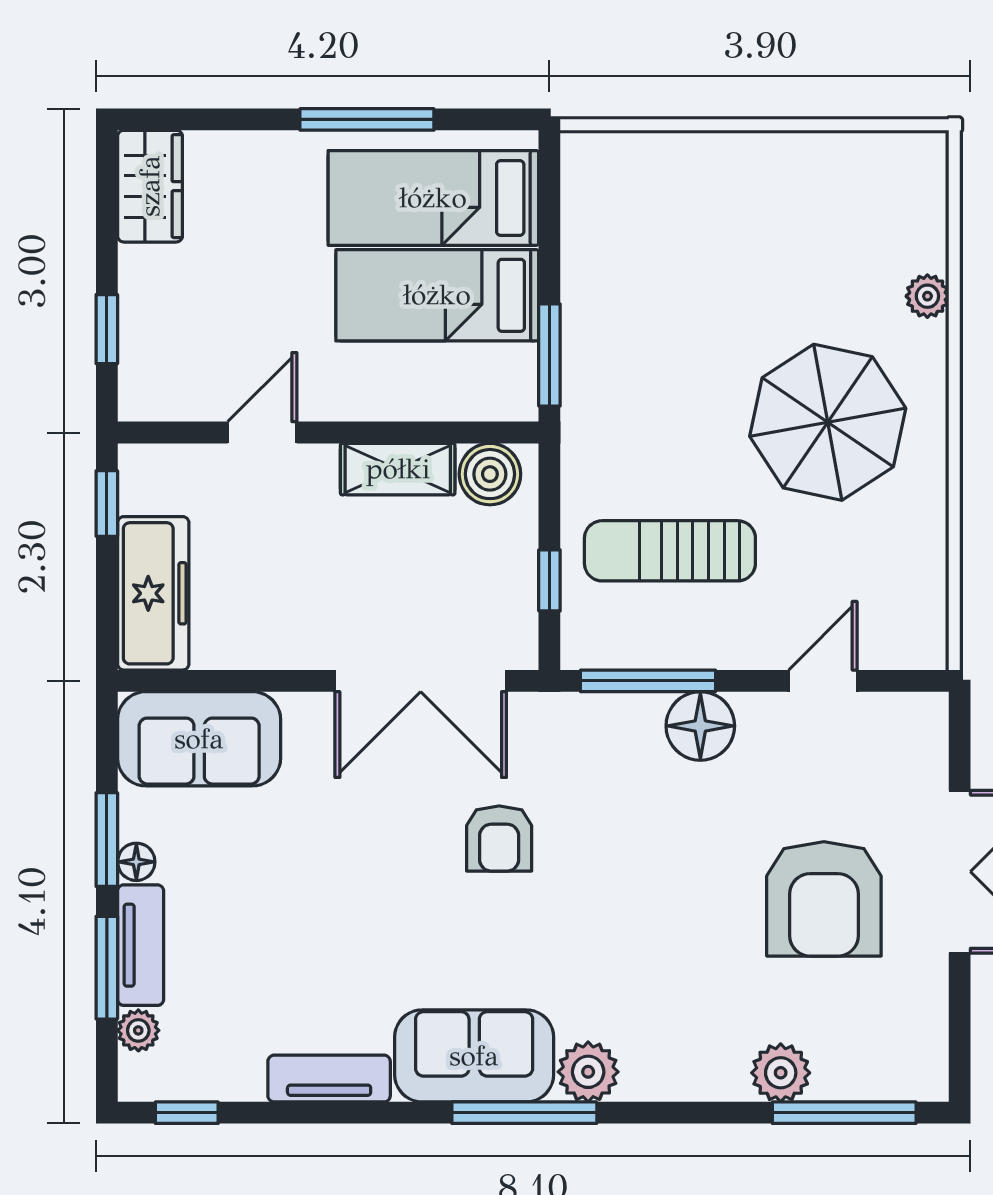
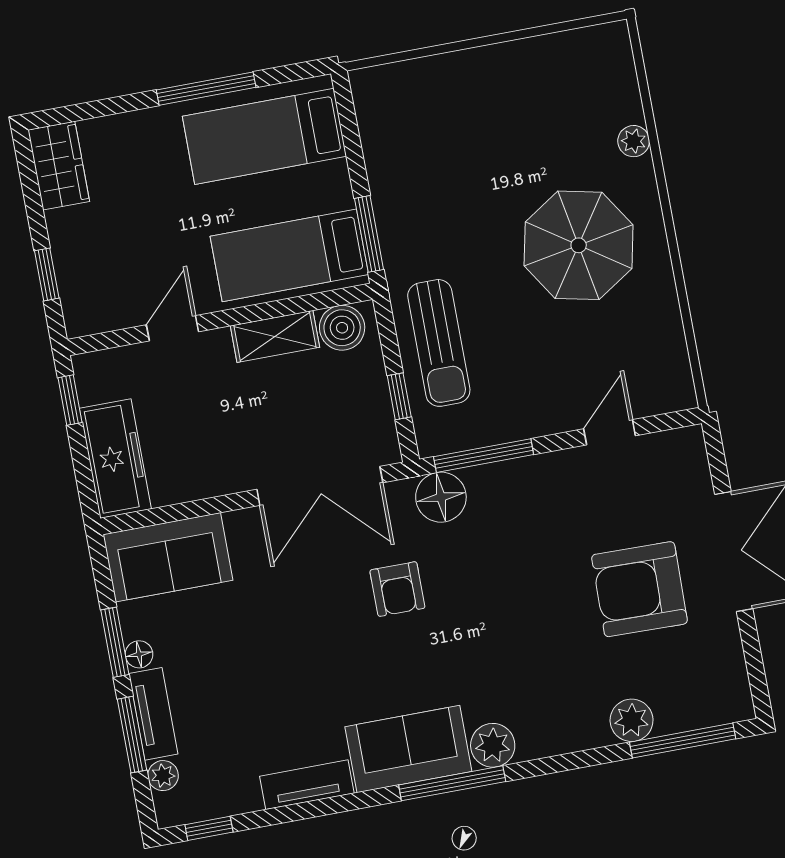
bed: (437, 295) -> (289, 255), moved
sun lounger: (670, 551) -> (439, 343), moved, turned -90
floor lamp: (700, 726) -> (441, 497), moved
armchair: (824, 899) -> (639, 589), turned 91

